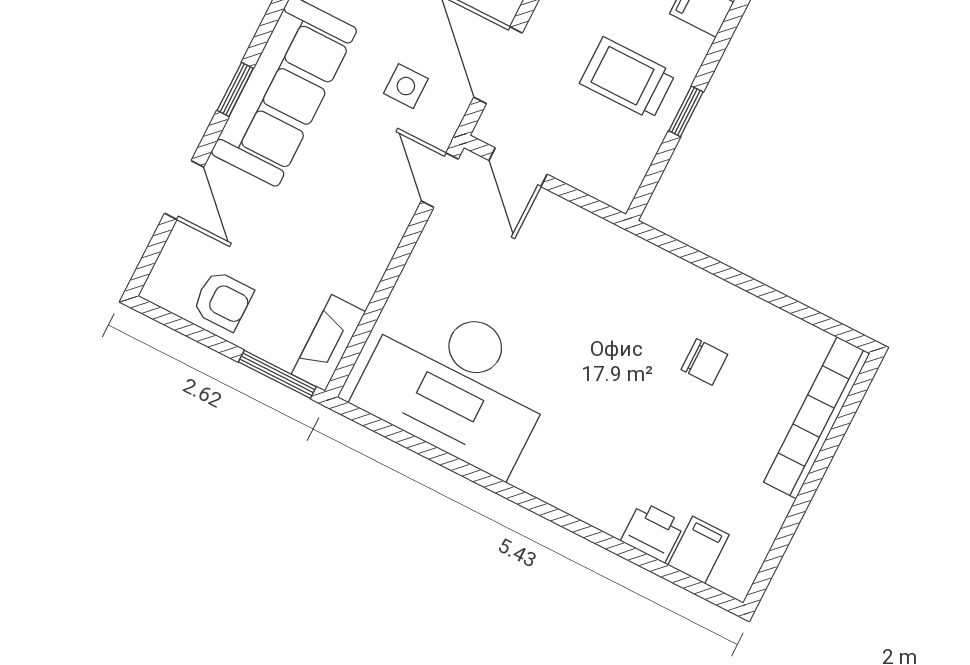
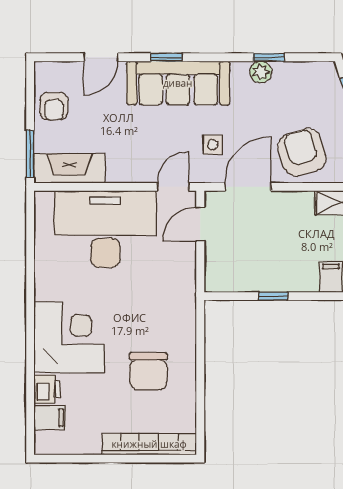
trolley: (628, 78) -> (275, 257), removed
fireplace: (328, 343) -> (69, 168), width x1.37, depth x1.32
chair: (704, 362) -> (148, 371), width x1.87, depth x1.87
desk: (457, 384) -> (105, 229), moved, turned 90
corner desk: (590, 458) -> (69, 338), added

